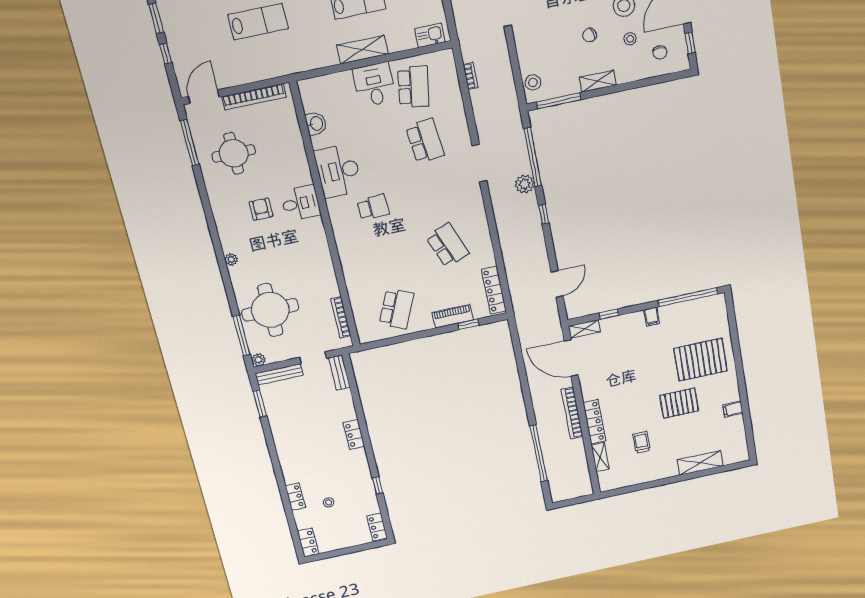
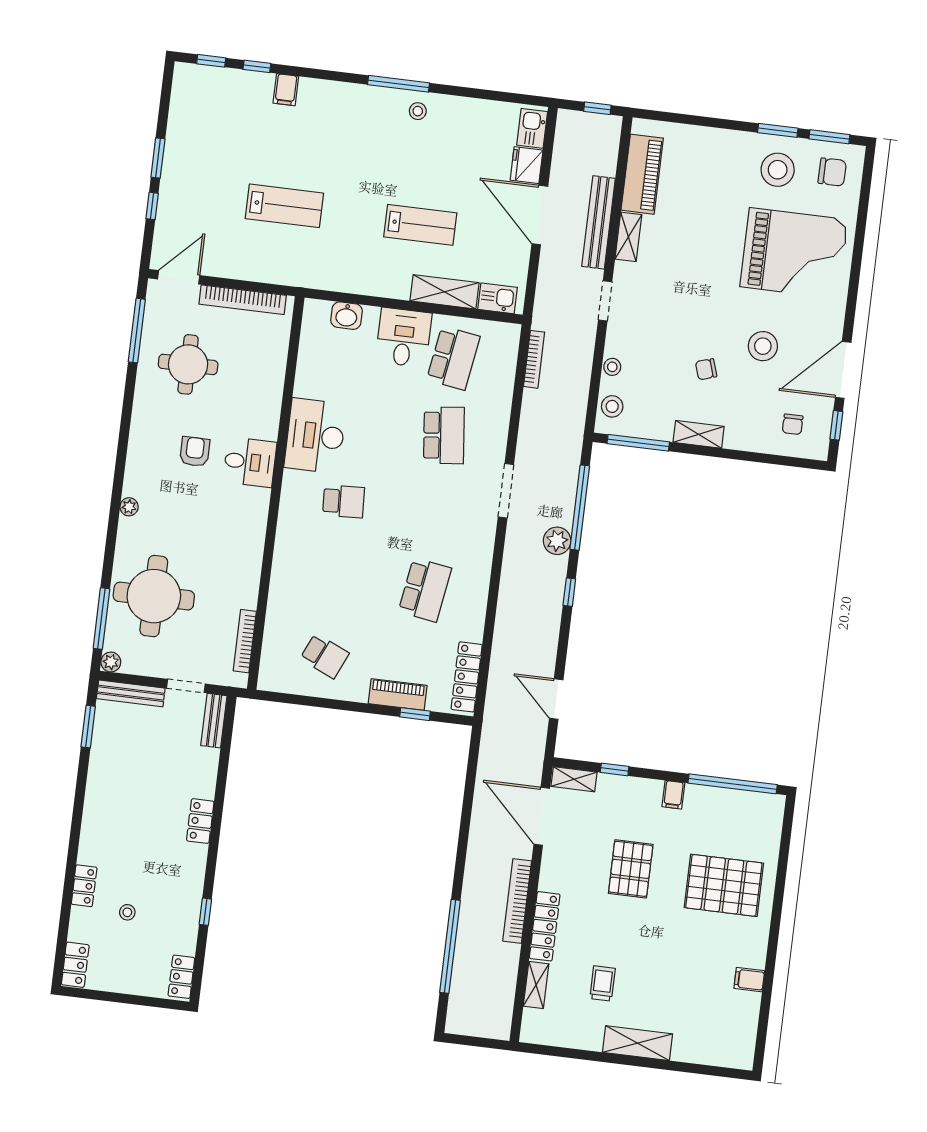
stool: (630, 39) -> (612, 367), moved
shelving: (362, 50) -> (445, 292), moved
bookcase: (471, 76) -> (534, 359), width x1.56
washbasin: (316, 124) -> (347, 316), moved, turned 90
school desk: (447, 245) -> (425, 590), turned 30
door: (557, 284) -> (556, 699), swing flipped
school desk: (396, 309) -> (325, 656), width x0.54
pallet: (679, 403) -> (631, 869), moved, turned 90
shelving: (700, 463) -> (637, 1043), moved

